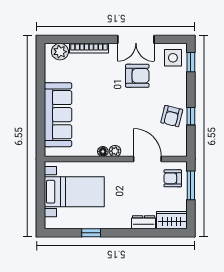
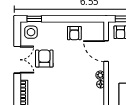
armchair: (172, 116) -> (74, 33), turned 76
window: (191, 116) -> (74, 19), removed
door: (147, 159) -> (106, 51), hinge flipped

